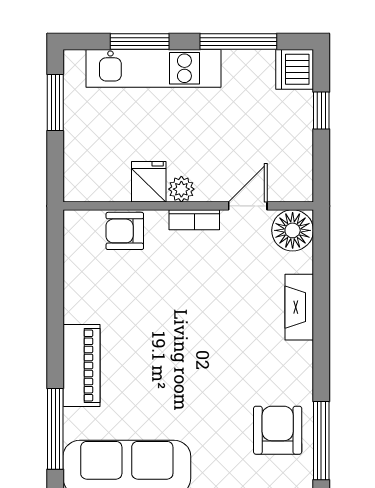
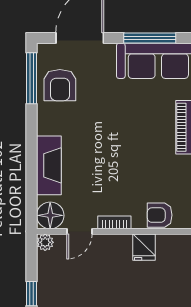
plant: (181, 189) -> (45, 242), moved
armchair: (125, 231) -> (160, 215), turned 180
fireplace: (299, 307) -> (49, 165), width x1.37, depth x1.32

